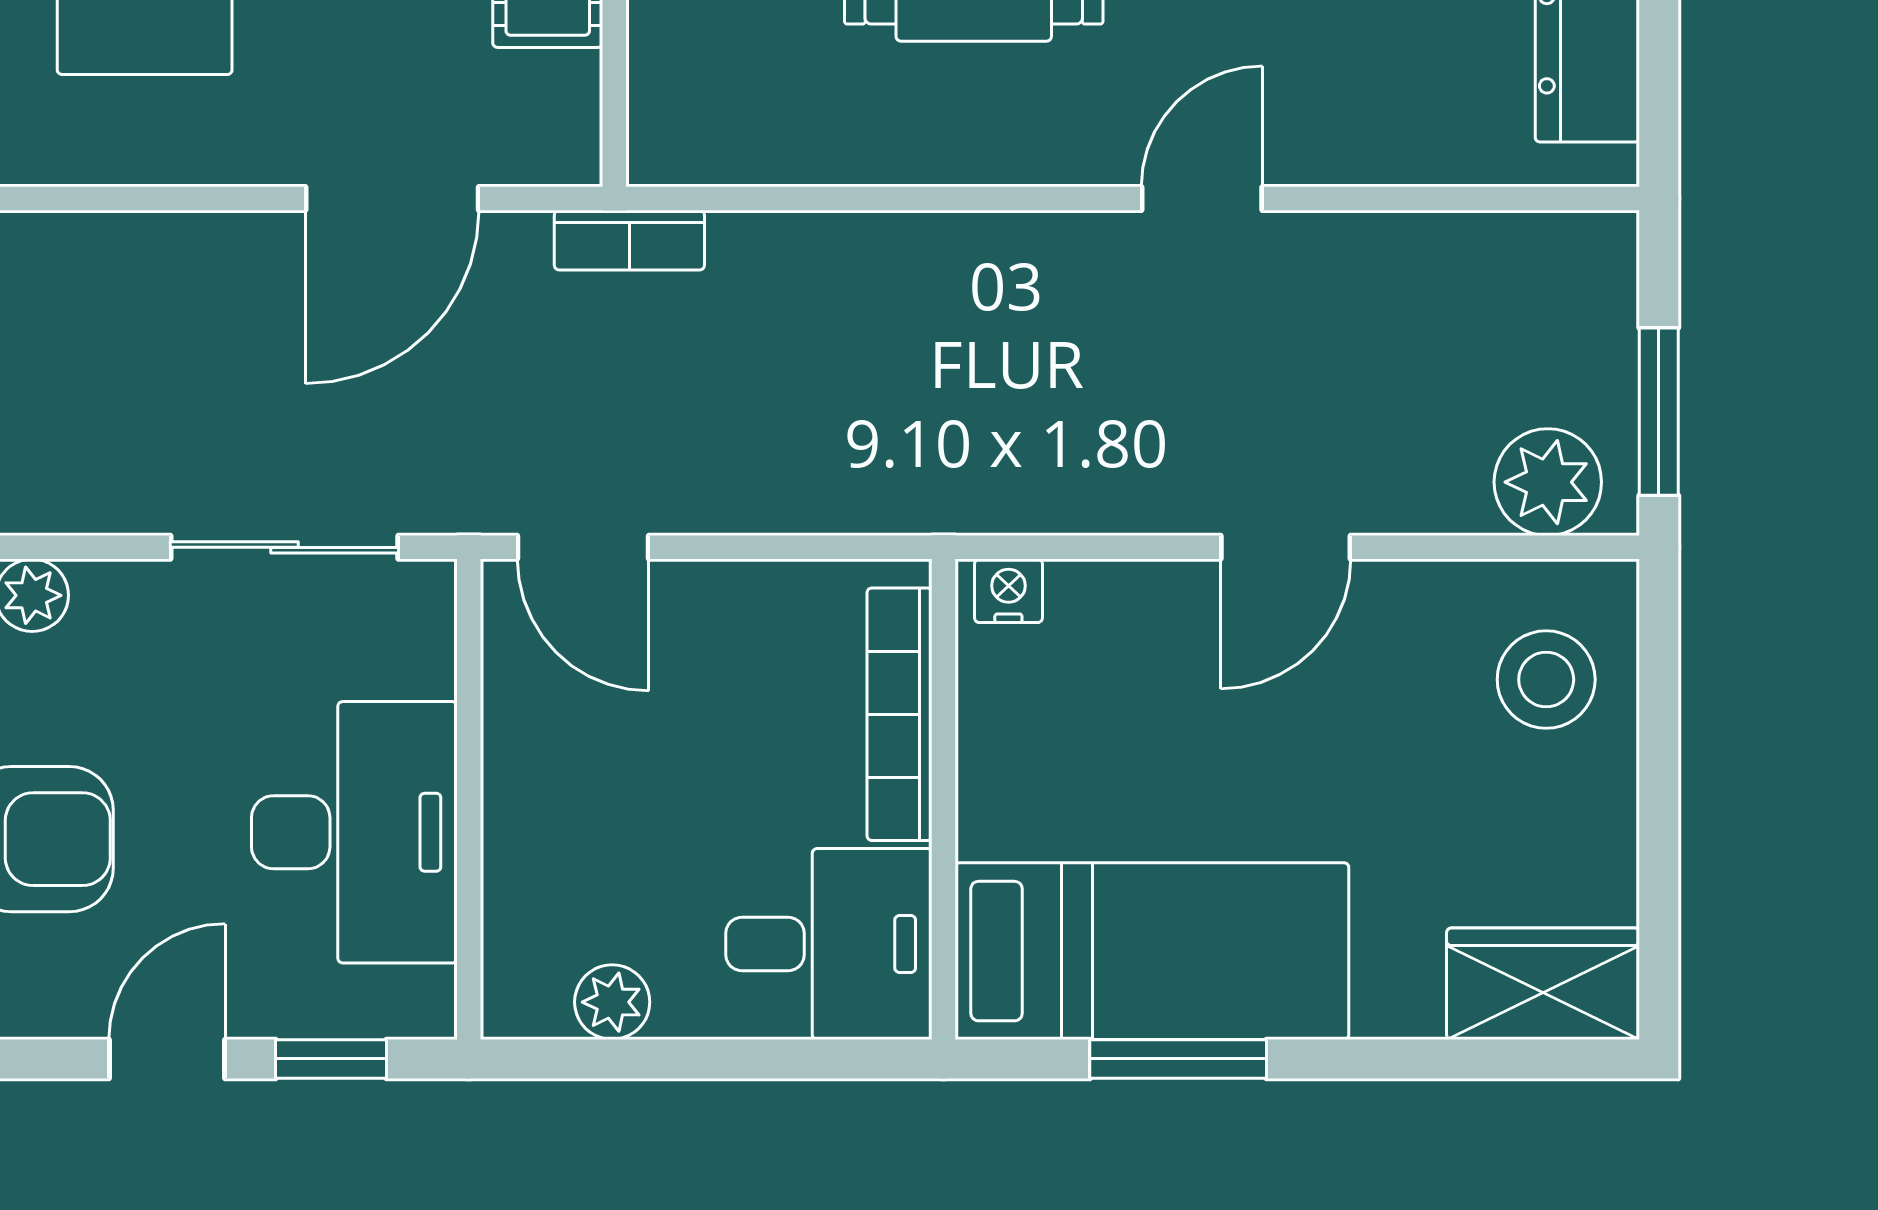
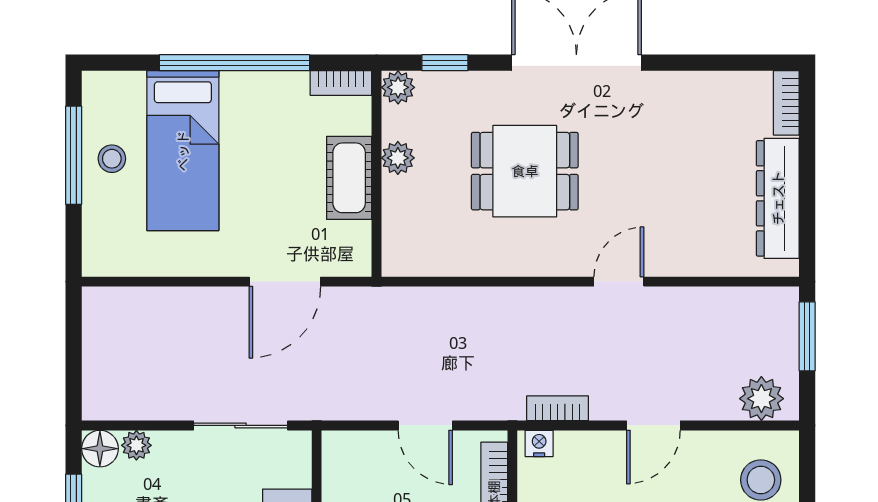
bookcase: (629, 240) -> (558, 408), moved, turned 180
window: (1659, 412) -> (807, 336), moved
door: (583, 547) -> (425, 425), moved

